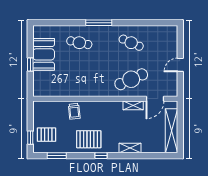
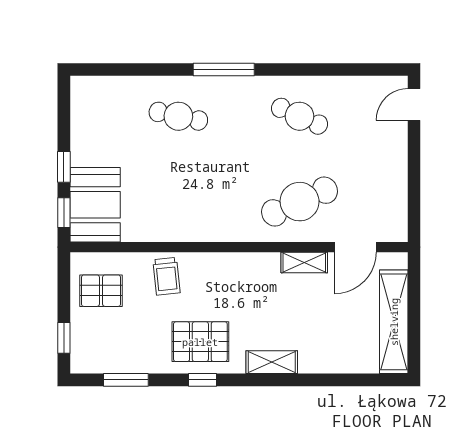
booth: (44, 54) -> (95, 205), moved
door: (180, 65) -> (414, 105), moved
window: (30, 84) -> (64, 213), added
pallet: (46, 135) -> (101, 291), moved
shelving: (130, 148) -> (272, 362), moved
window: (101, 156) -> (203, 380), moved

